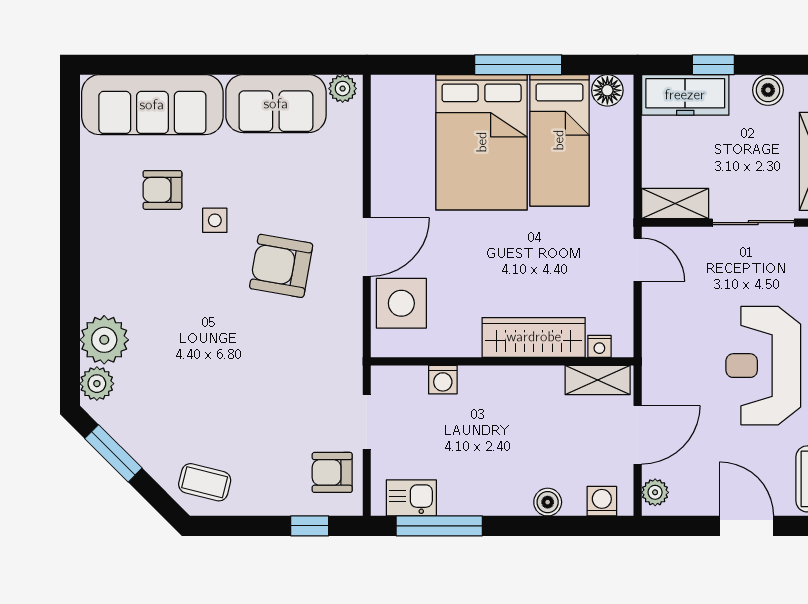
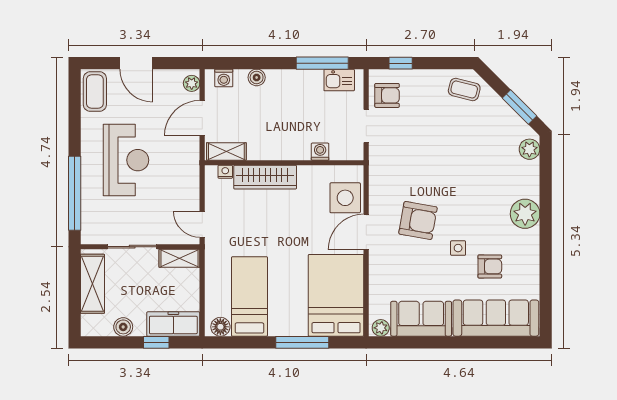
window: (518, 65) -> (302, 342), moved
bed: (482, 142) -> (336, 295), moved
plant: (104, 340) -> (525, 214), moved

